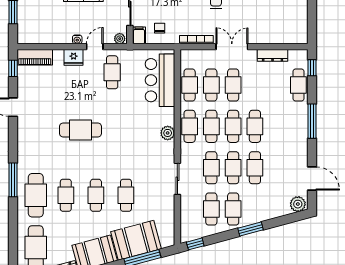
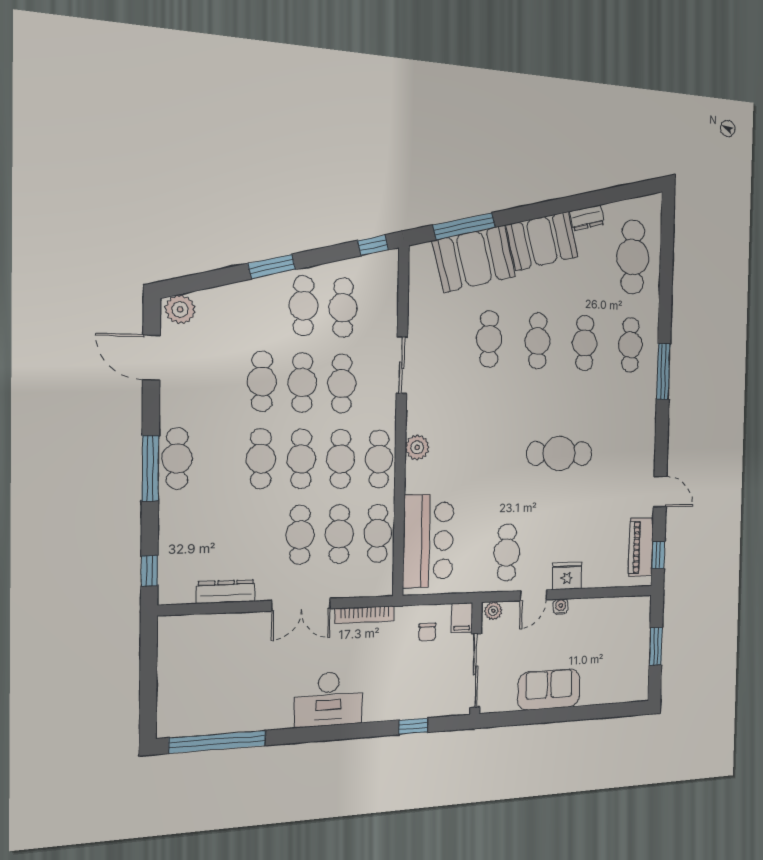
piano: (35, 57) -> (641, 547), moved, turned -90
cafe table: (298, 85) -> (177, 458), moved
cafe table: (36, 195) -> (630, 345), width x0.73, depth x0.74

